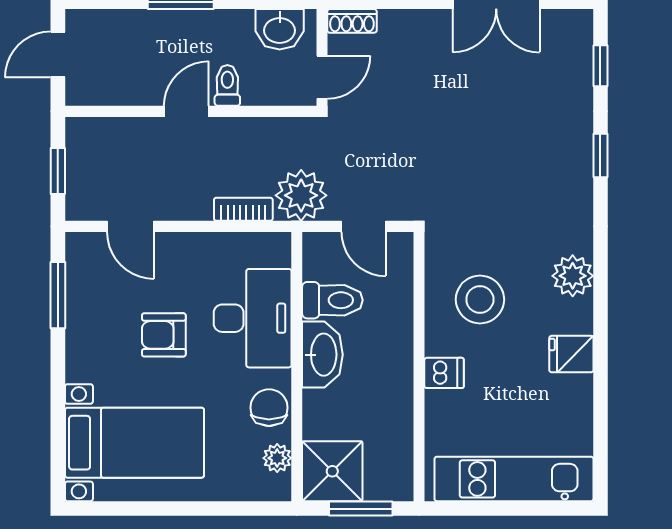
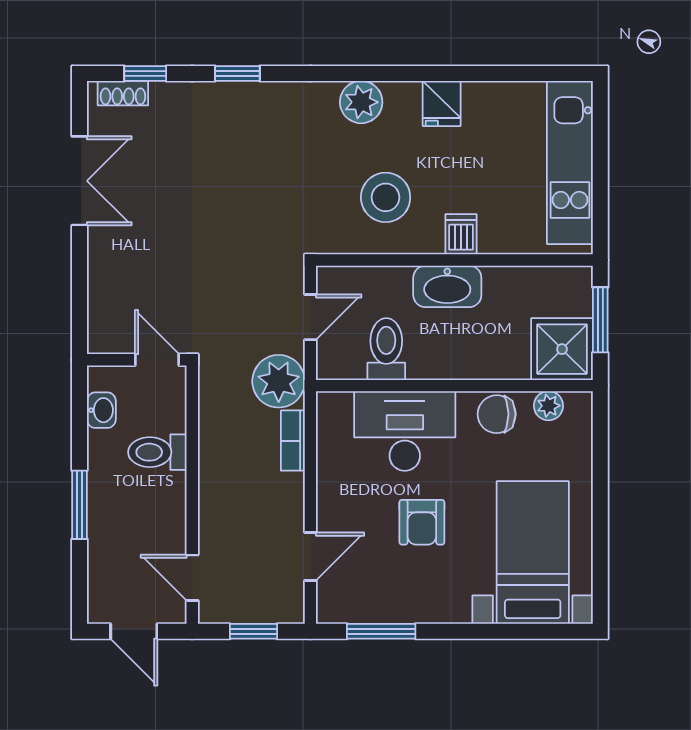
shoe rack: (352, 21) -> (123, 93), moved, turned 90
washbasin: (280, 29) -> (101, 410), width x0.72, depth x0.69
toilet: (227, 85) -> (157, 452), width x1.37, depth x1.39
door: (186, 111) -> (192, 578), moved
washbasin: (322, 355) -> (447, 286), moved, turned 180

